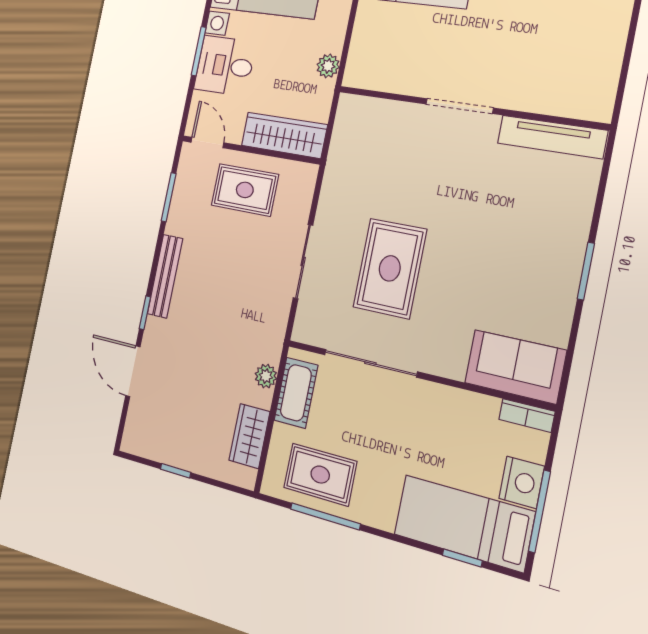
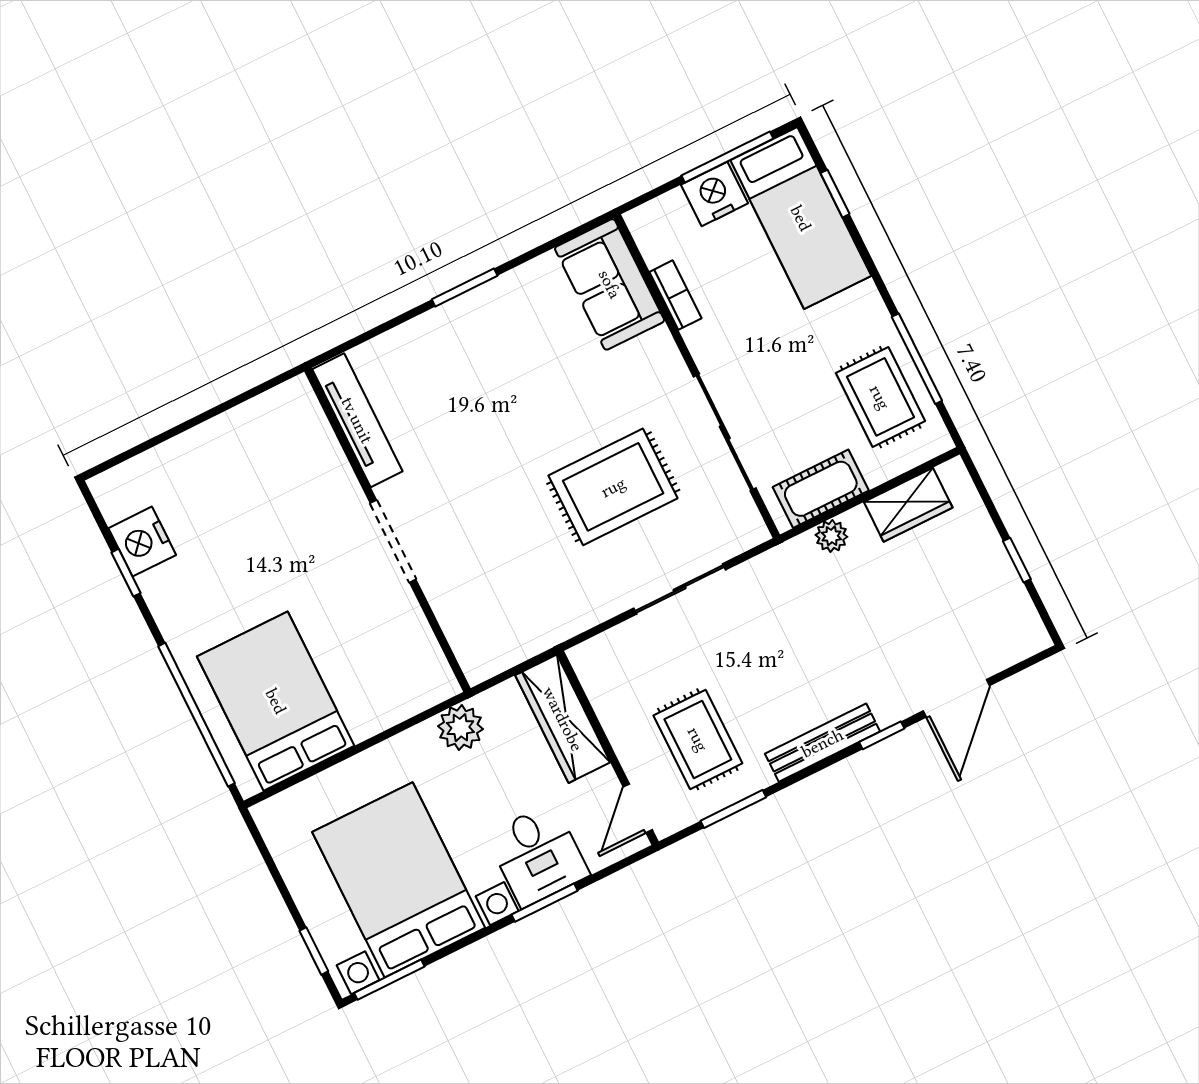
plant: (328, 66) -> (460, 728), width x1.38, depth x1.38
rug: (245, 190) -> (698, 739), moved
bookcase: (527, 415) -> (676, 295), moved

